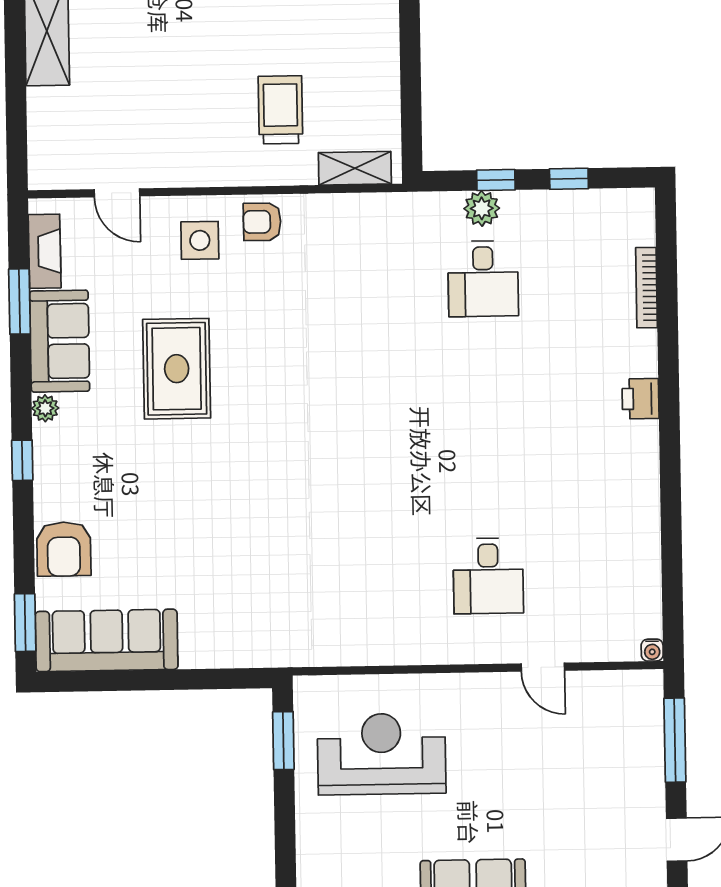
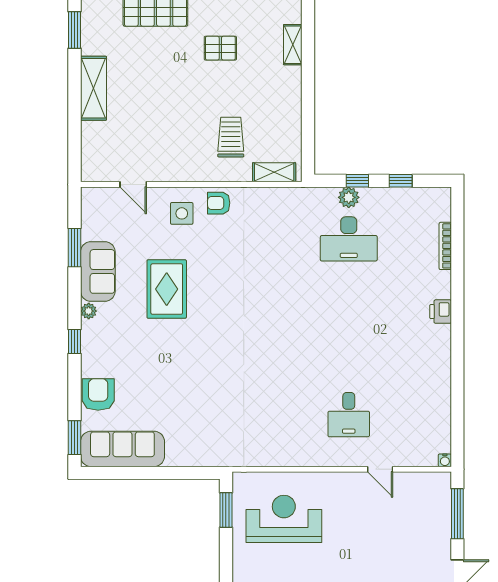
fireplace: (45, 251) -> (90, 218), removed
desk: (483, 279) -> (349, 239), width x1.37
armchair: (64, 549) -> (98, 394), turned 180

